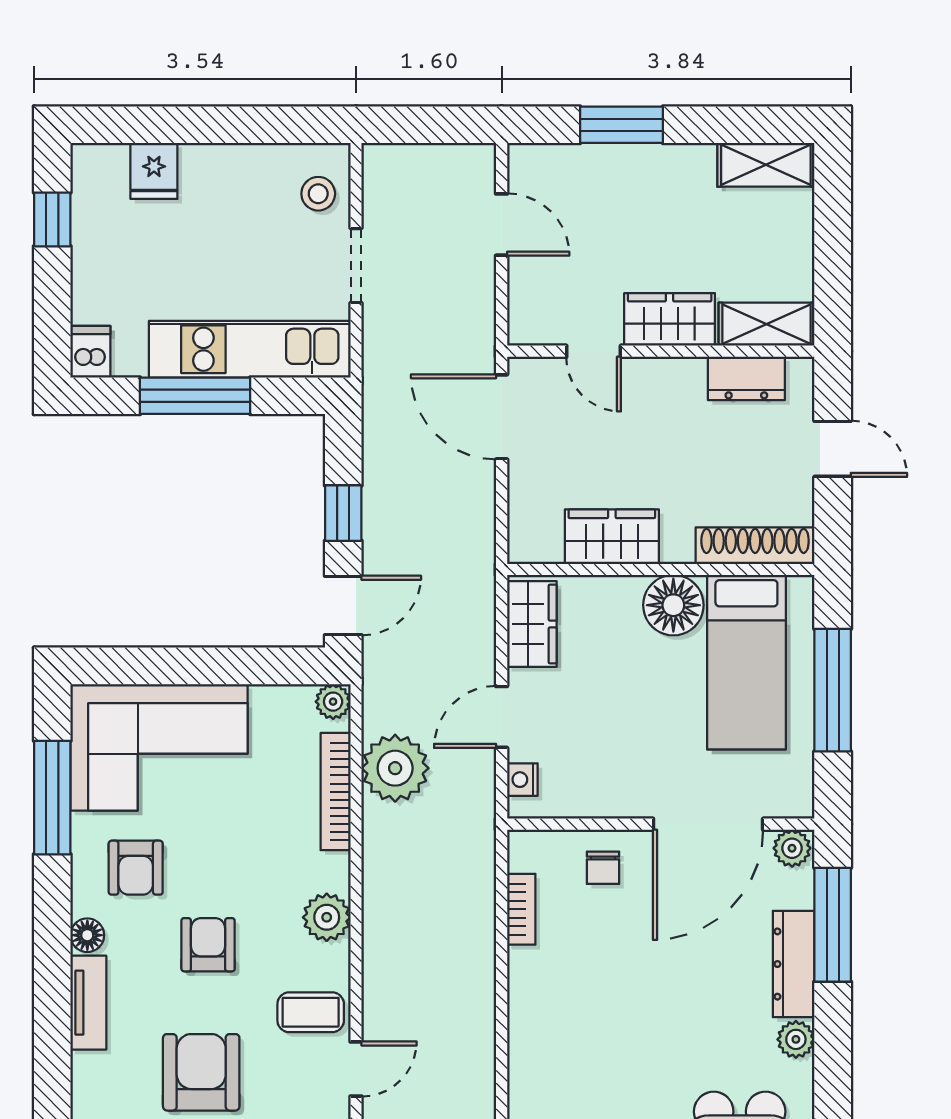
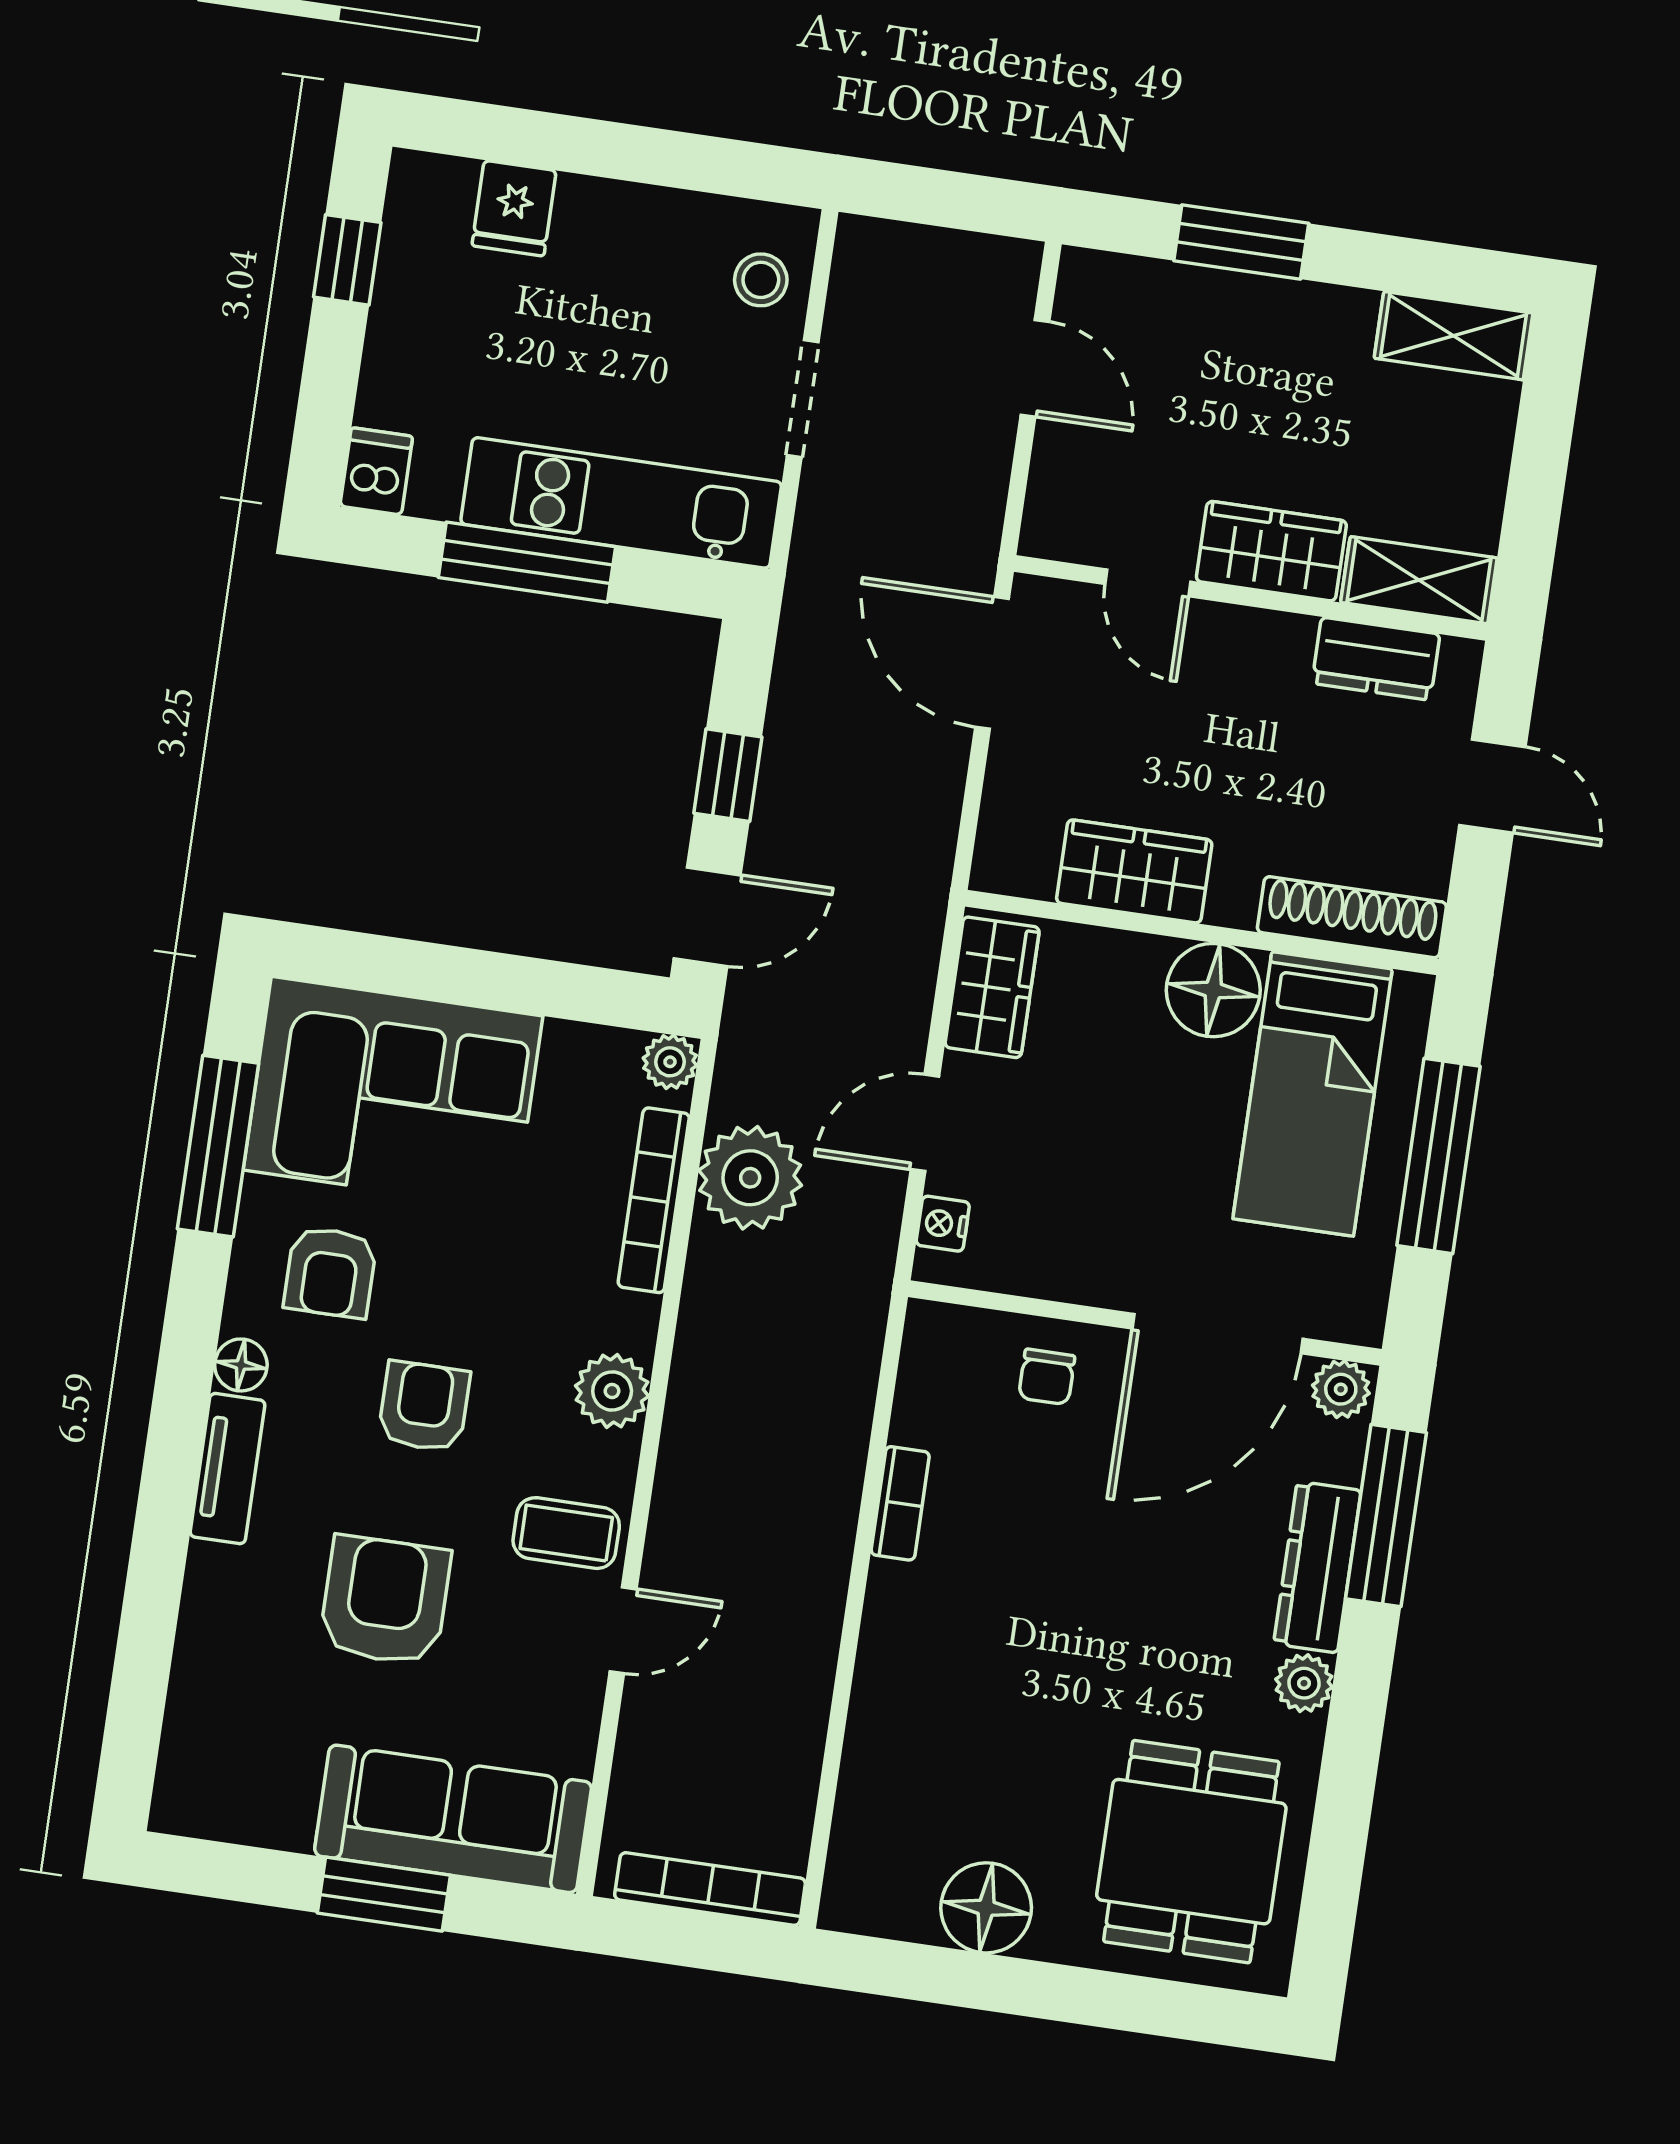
bookcase: (521, 909) -> (900, 1503), moved

